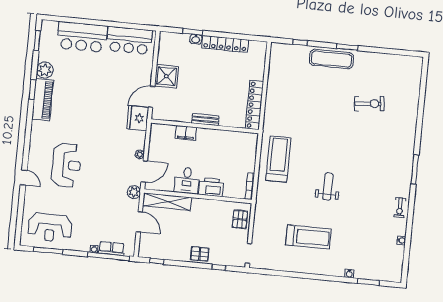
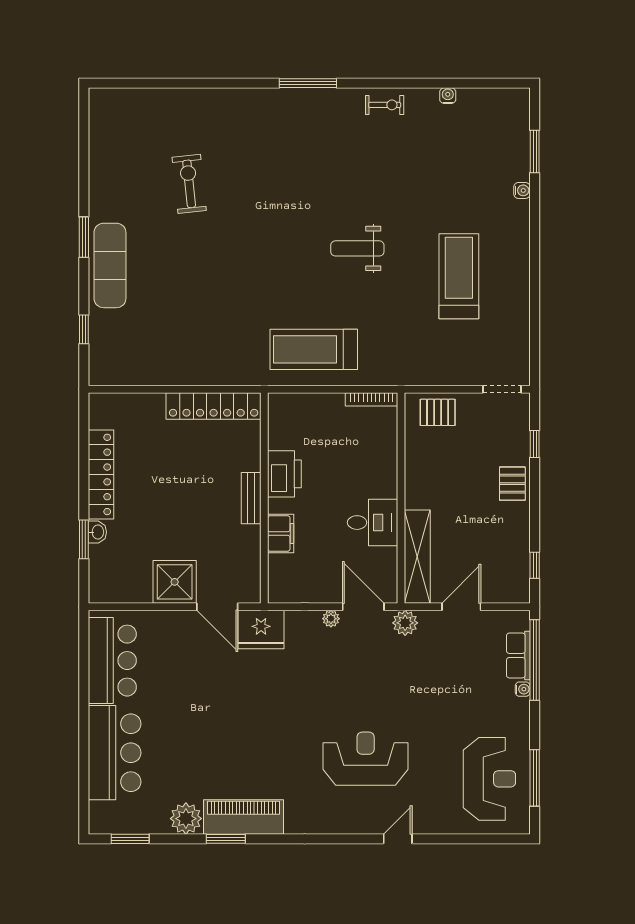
printer: (211, 187) -> (284, 474), moved, turned 180

